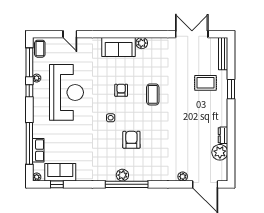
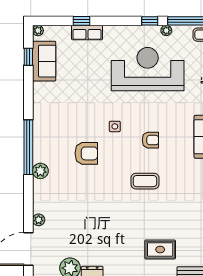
rug: (206, 83) -> (160, 250), turned 90
reception desk: (66, 92) -> (148, 69), turned 180
window: (29, 143) -> (82, 21), width x0.32
row of seats: (38, 150) -> (87, 33), moved
plant: (122, 175) -> (40, 171), moved

